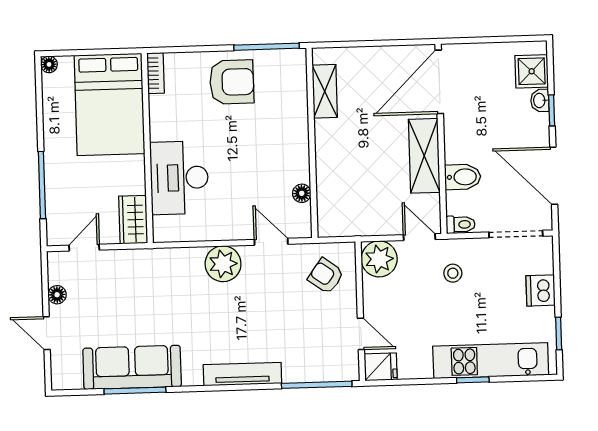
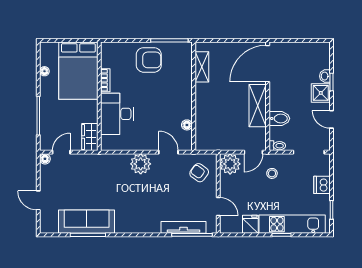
floor lamp: (49, 64) -> (44, 71), moved
shower: (532, 71) -> (321, 93), moved
bookcase: (156, 73) -> (105, 80), moved
door: (554, 176) -> (332, 119), width x0.53
door: (419, 237) -> (253, 152), swing flipped
floor lamp: (57, 295) -> (45, 159), moved
fridge: (381, 367) -> (250, 224), moved, turned -90
tv unit: (242, 374) -> (183, 227), moved

